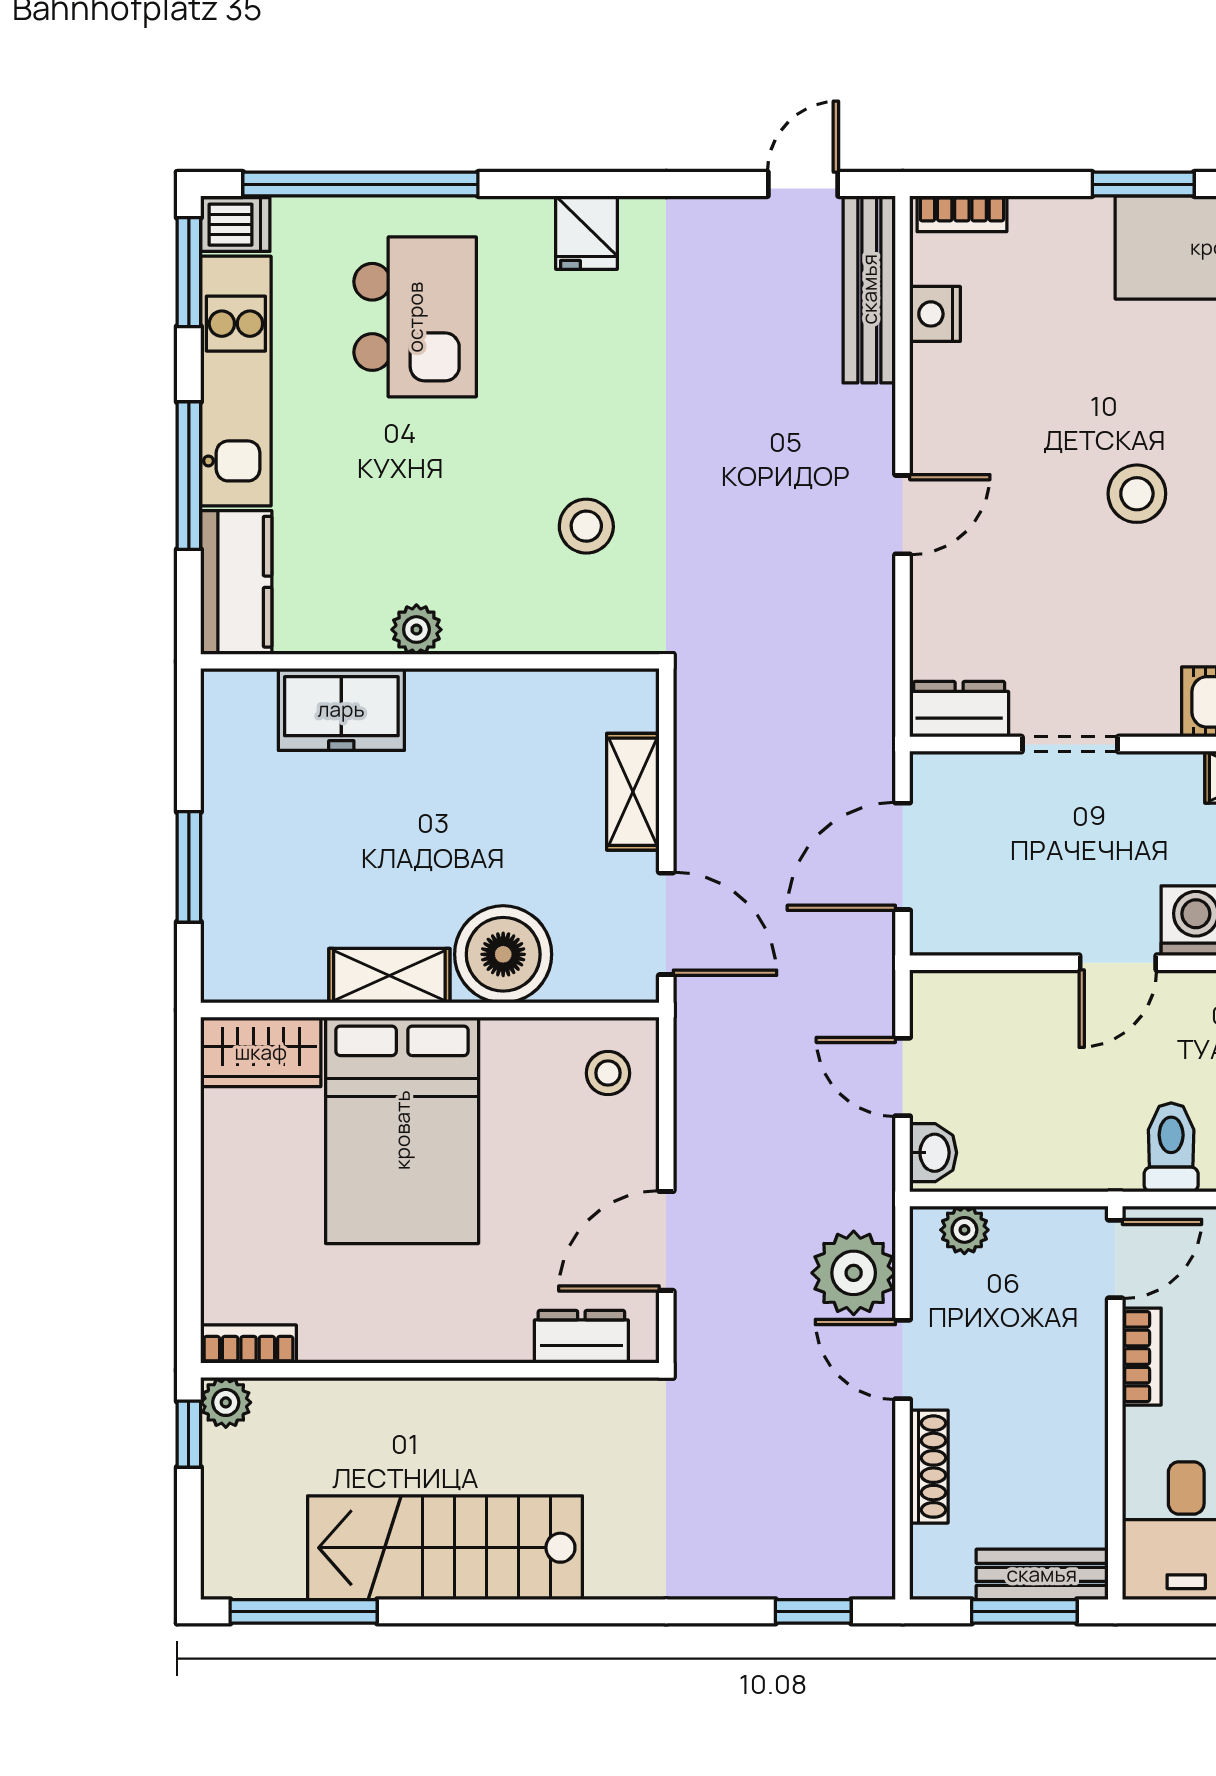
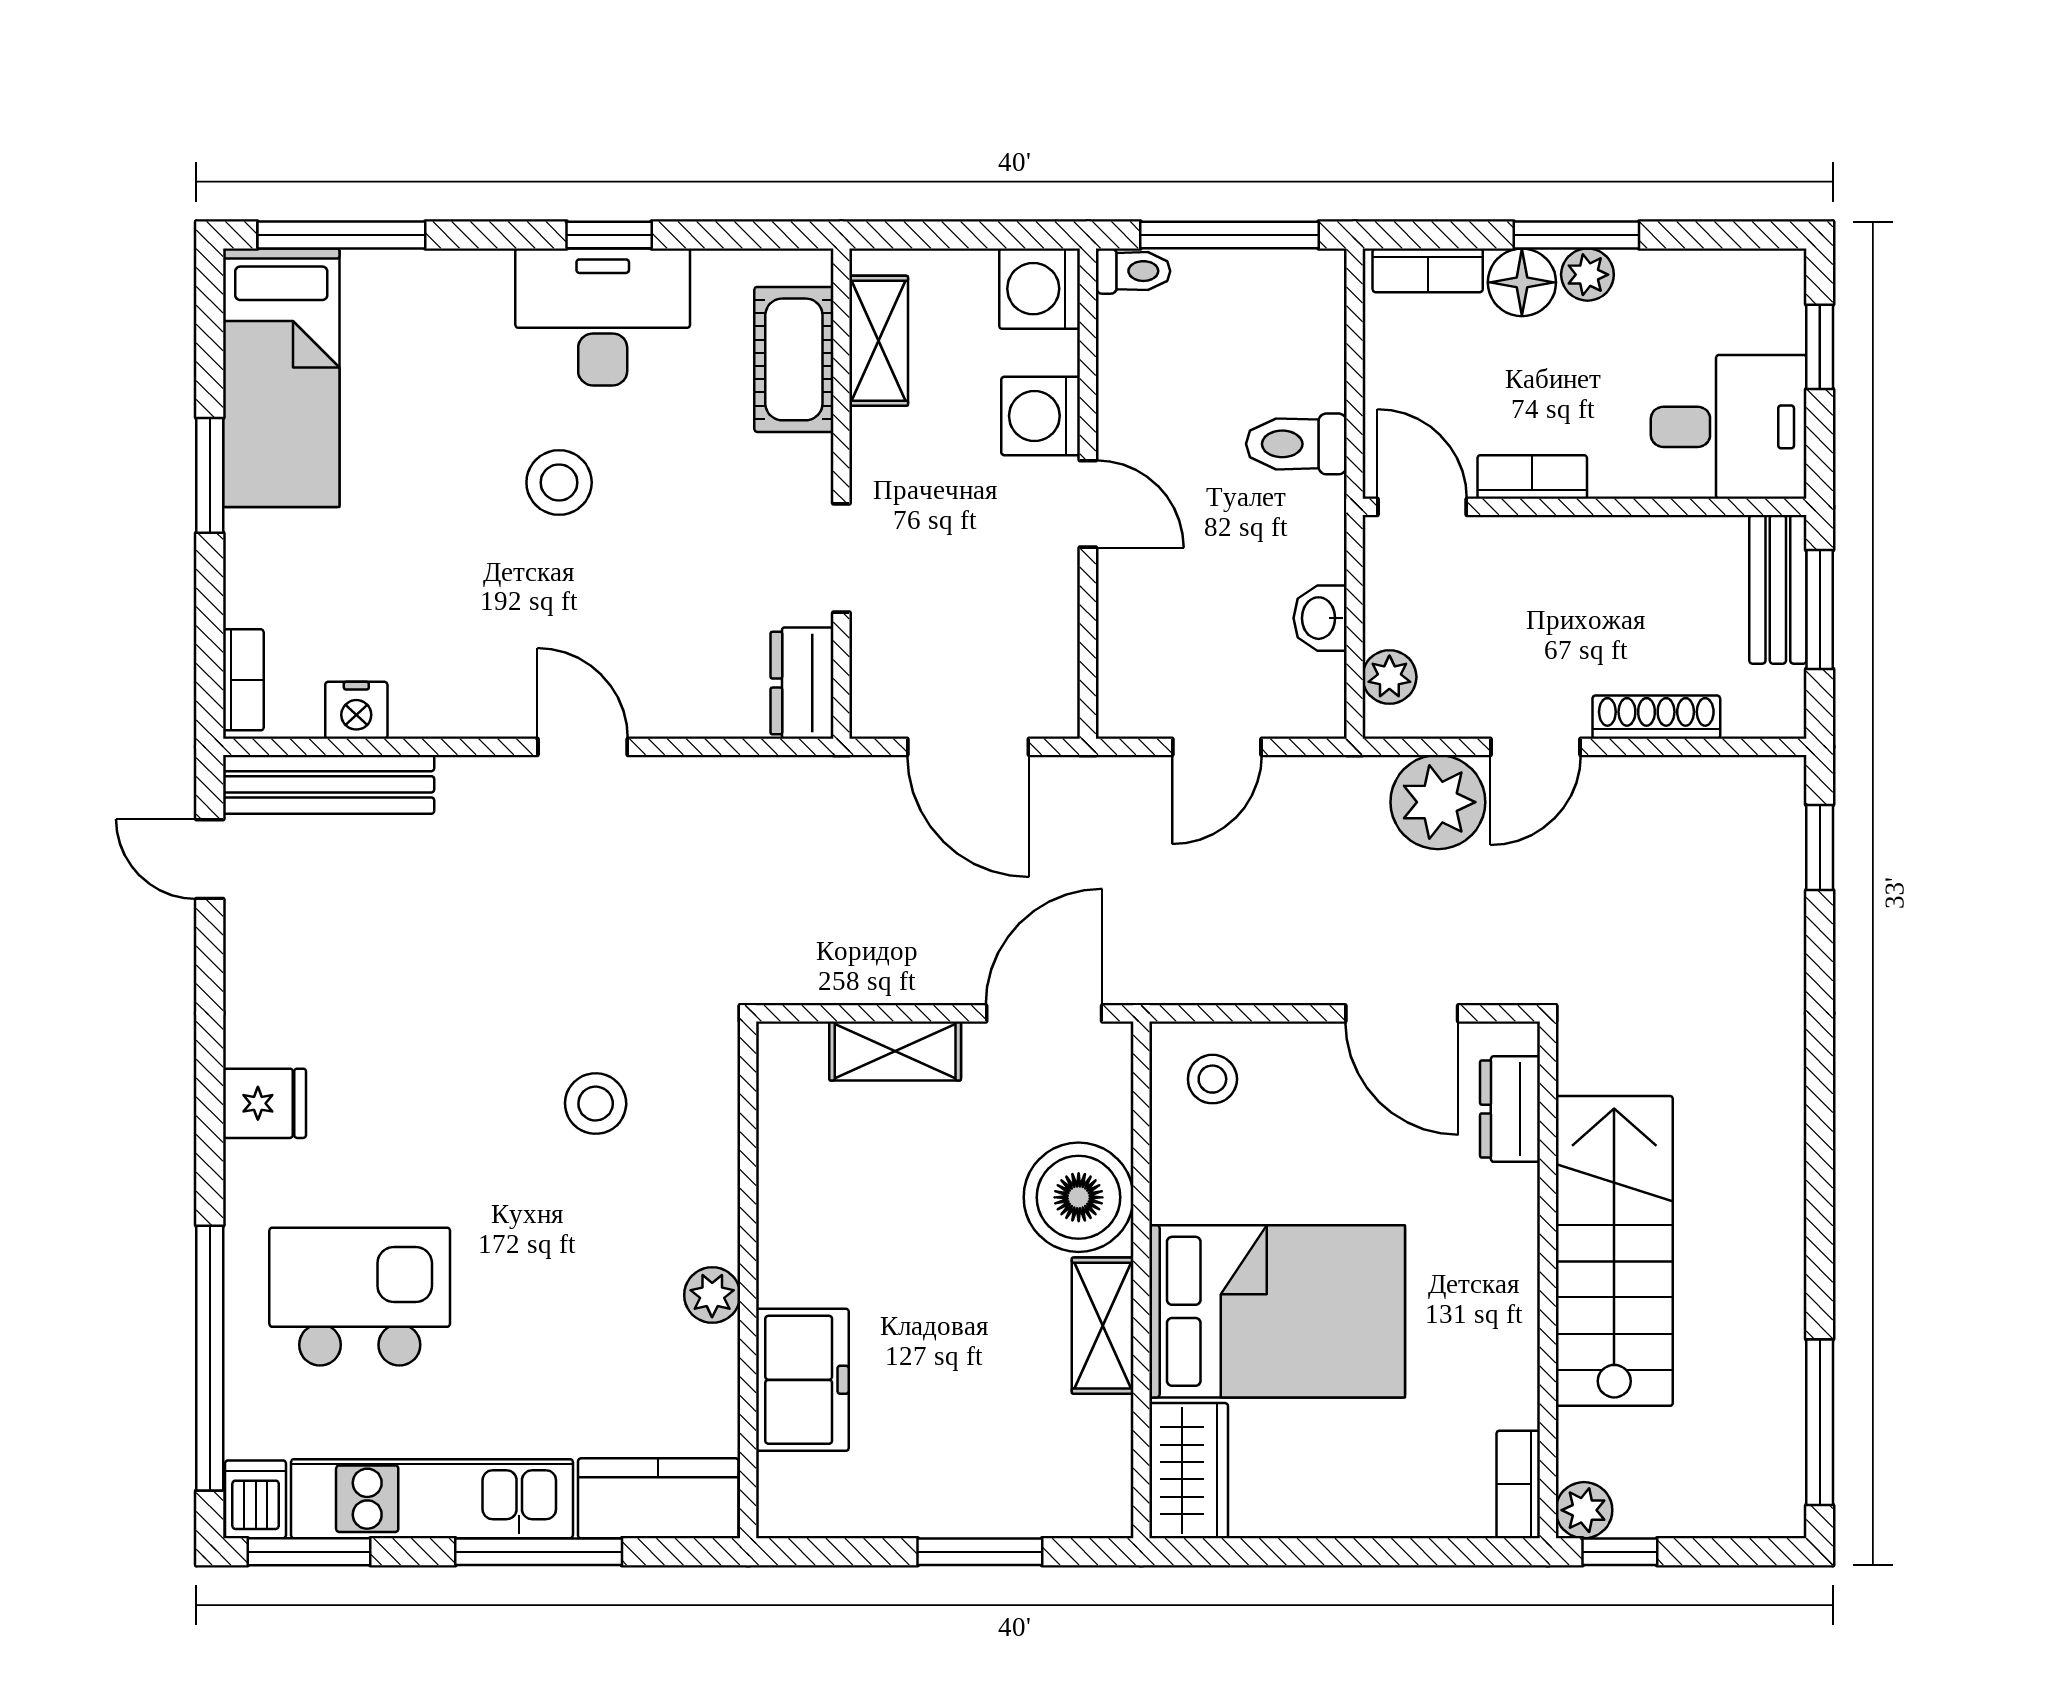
washbasin: (933, 1153) -> (1320, 618), moved, turned -90
stairs: (445, 1548) -> (1614, 1251), moved, turned 180

